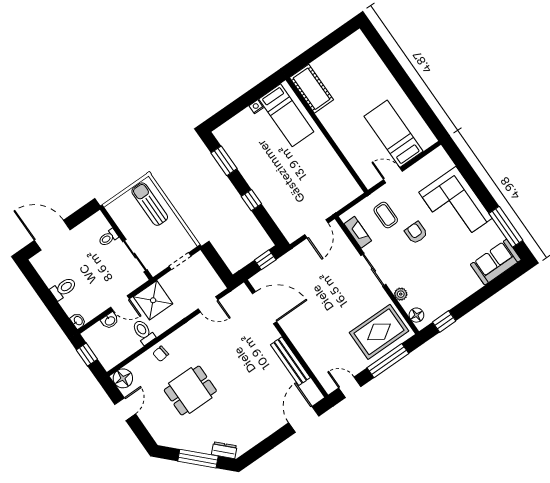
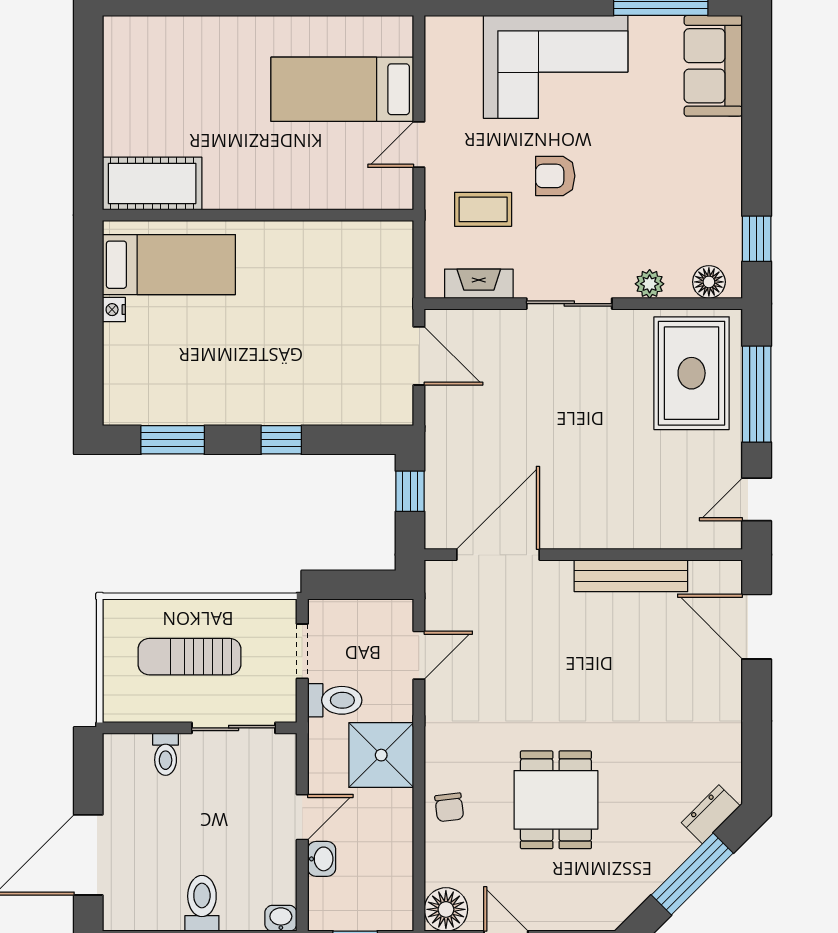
sun lounger: (150, 204) -> (189, 657), moved
shower: (153, 300) -> (381, 755), moved
toilet: (143, 332) -> (335, 700), moved, turned 180

